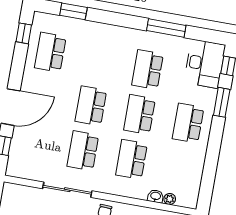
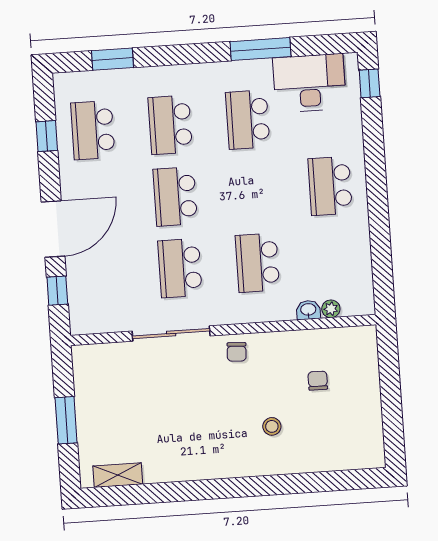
window: (24, 33) -> (47, 136), moved
desk: (205, 64) -> (309, 83), moved, turned -90
window: (222, 102) -> (374, 141), removed
school desk: (139, 114) -> (170, 125), moved

